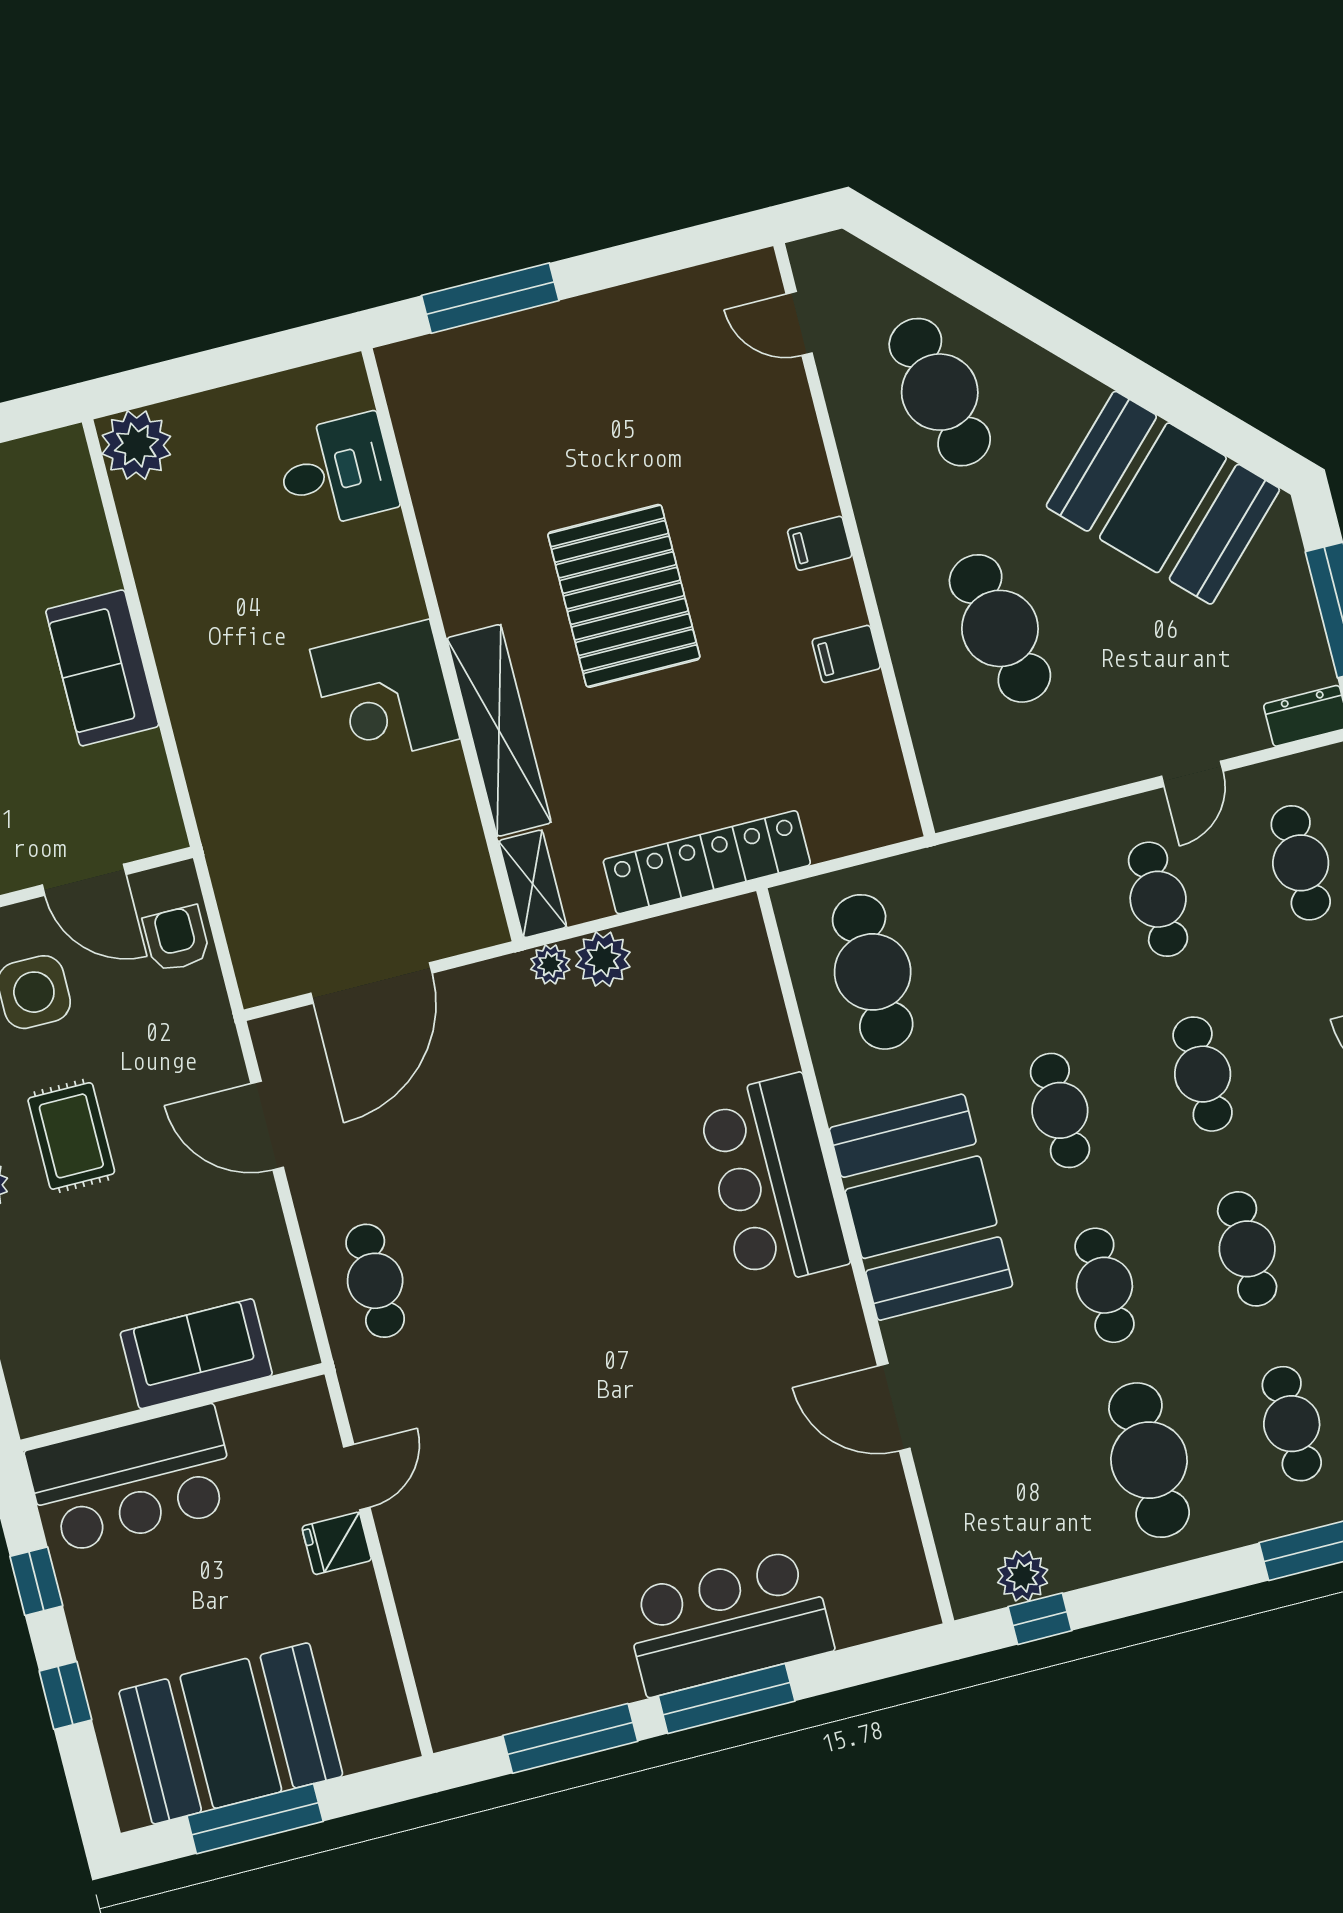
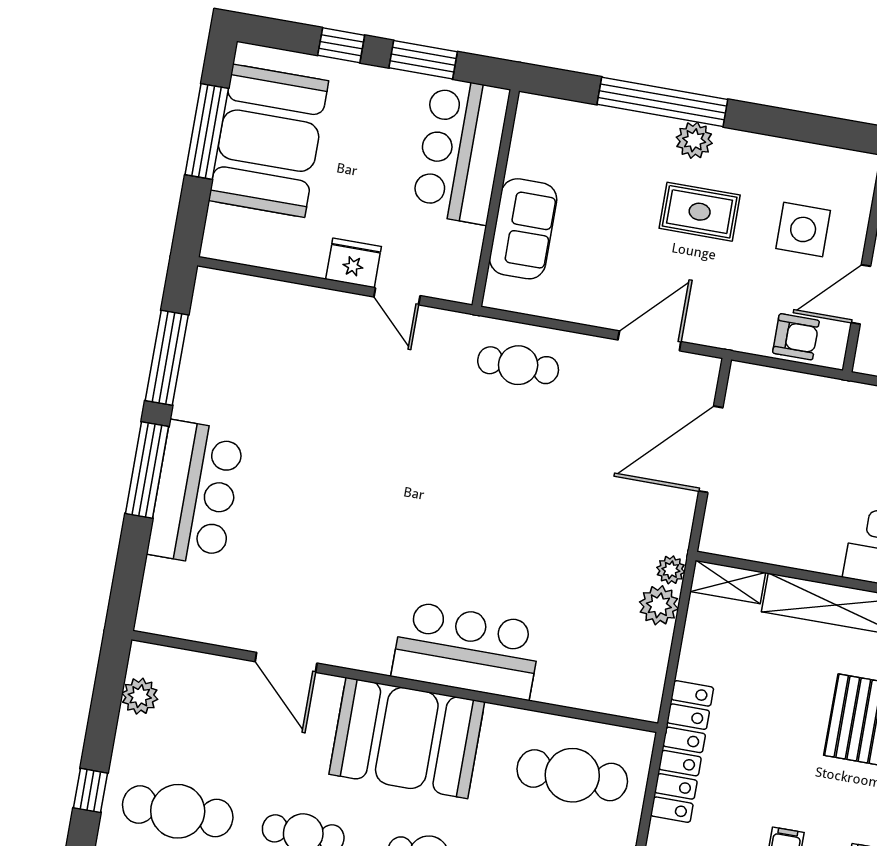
locker: (707, 862) -> (682, 752), moved
door: (371, 983) -> (711, 449), hinge flipped
door: (894, 1407) -> (286, 662), swing flipped
fridge: (337, 1543) -> (353, 263), width x1.38
window: (36, 1581) -> (423, 60), width x1.50
window: (1040, 1619) -> (90, 790), moved

